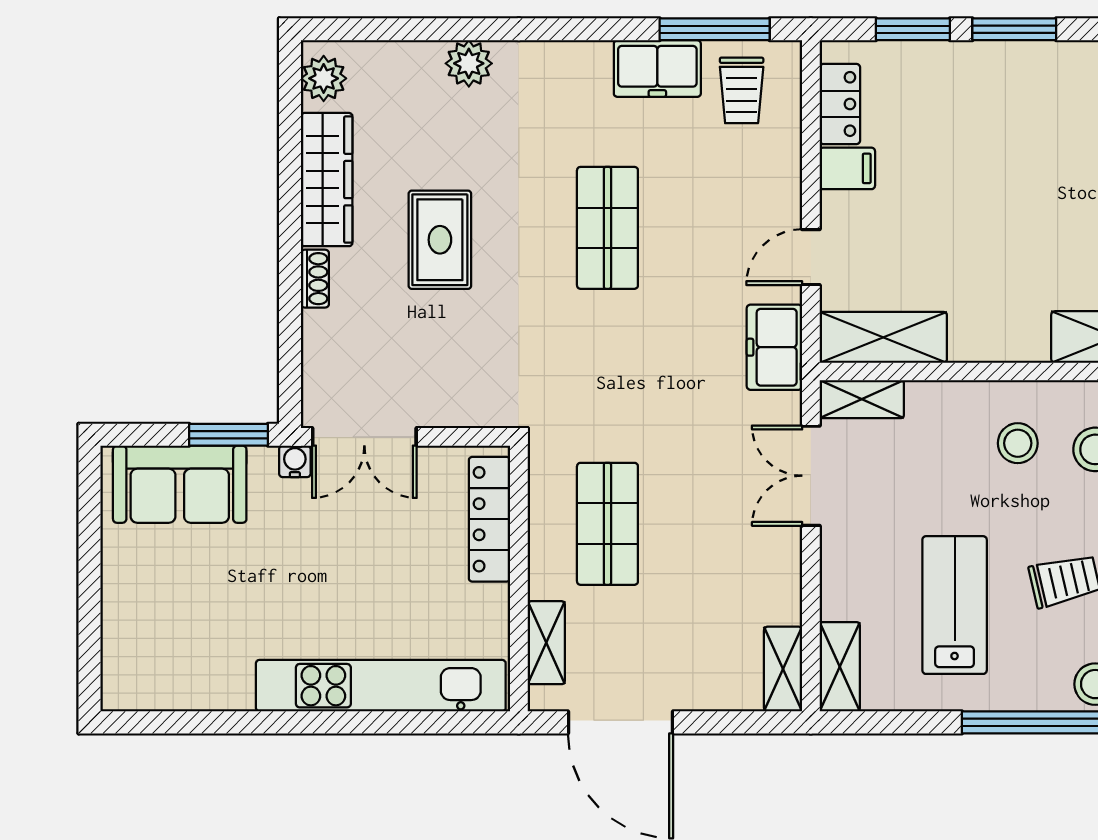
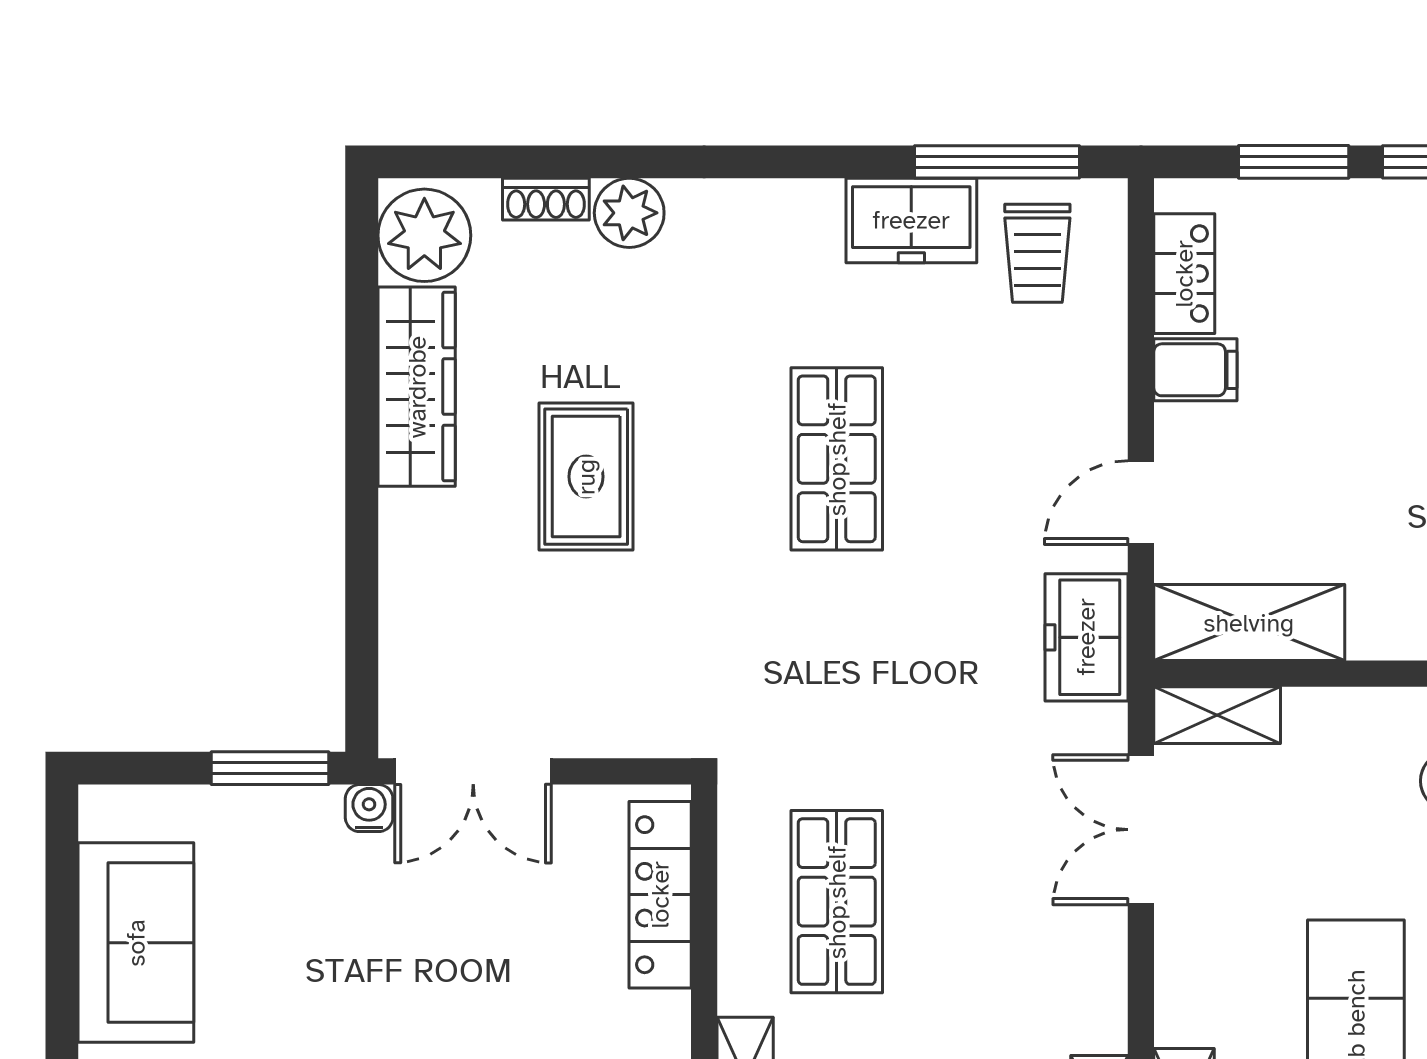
plant: (324, 78) -> (424, 235), width x1.36, depth x1.36
shoe rack: (315, 279) -> (546, 199), moved, turned 90
sofa: (180, 484) -> (136, 943), moved, turned -90

